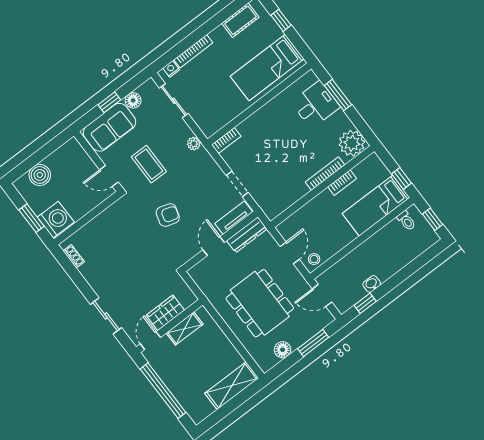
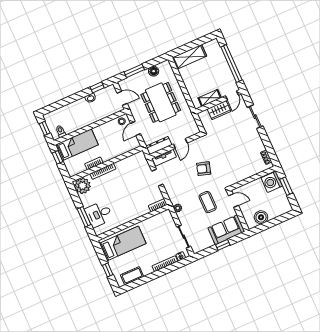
floor lamp: (133, 100) -> (208, 243), removed
boiler: (40, 175) -> (261, 217), moved

